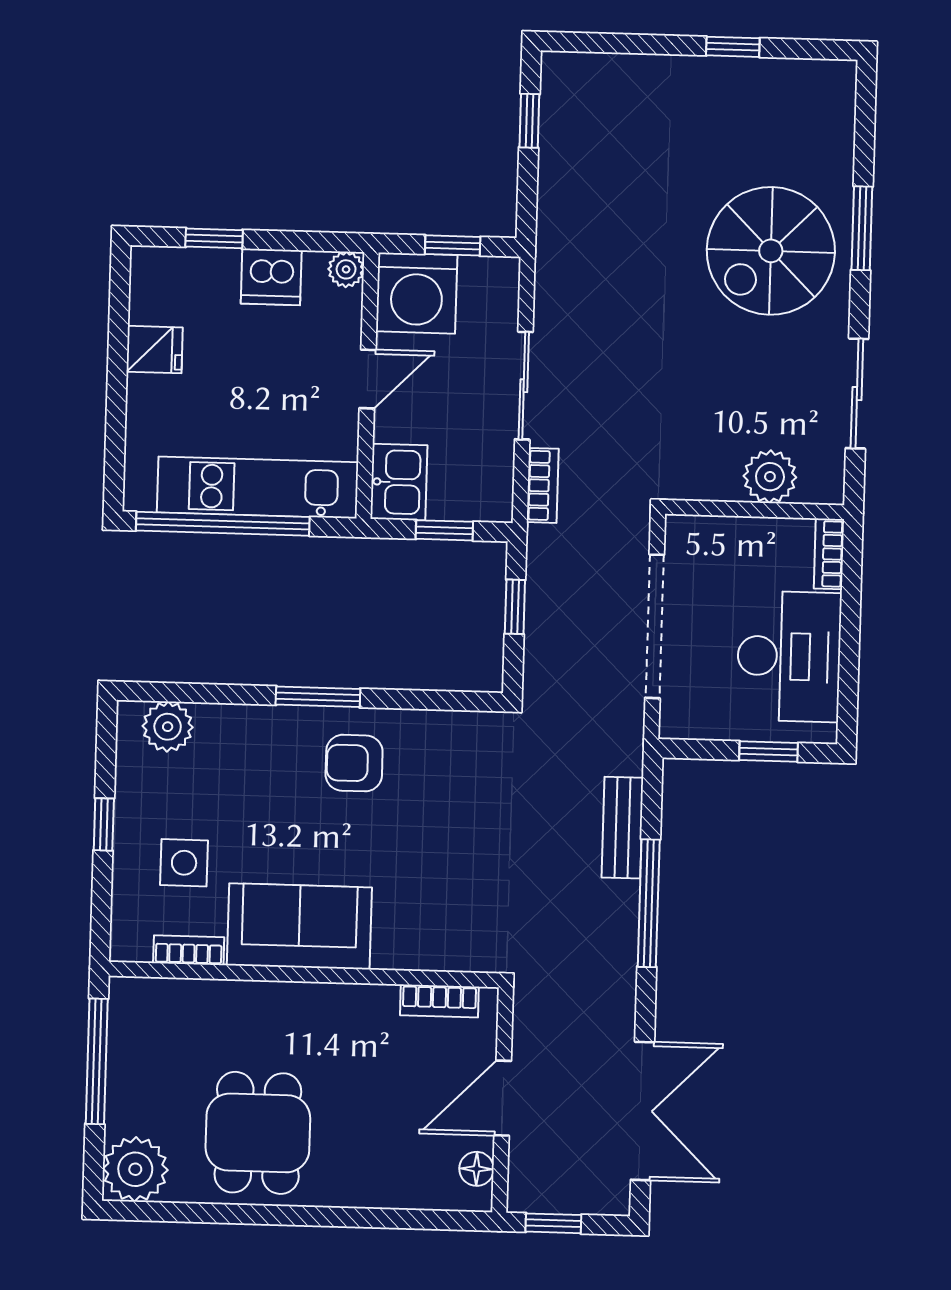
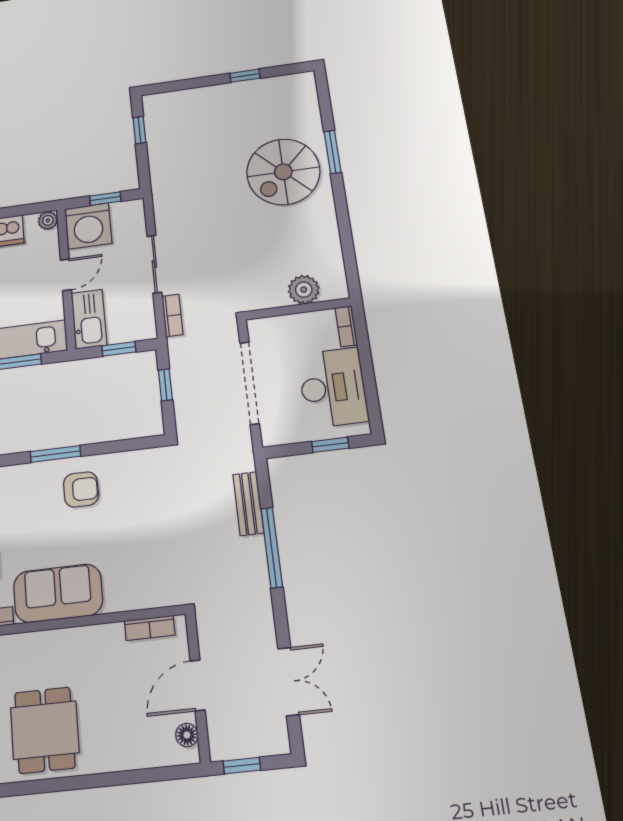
sliding door: (857, 394) -> (346, 237), removed
kitchen sink: (399, 482) -> (89, 319), width x1.38
armchair: (354, 763) -> (81, 489), turned 180
double door: (643, 1111) -> (289, 681), width x0.73

